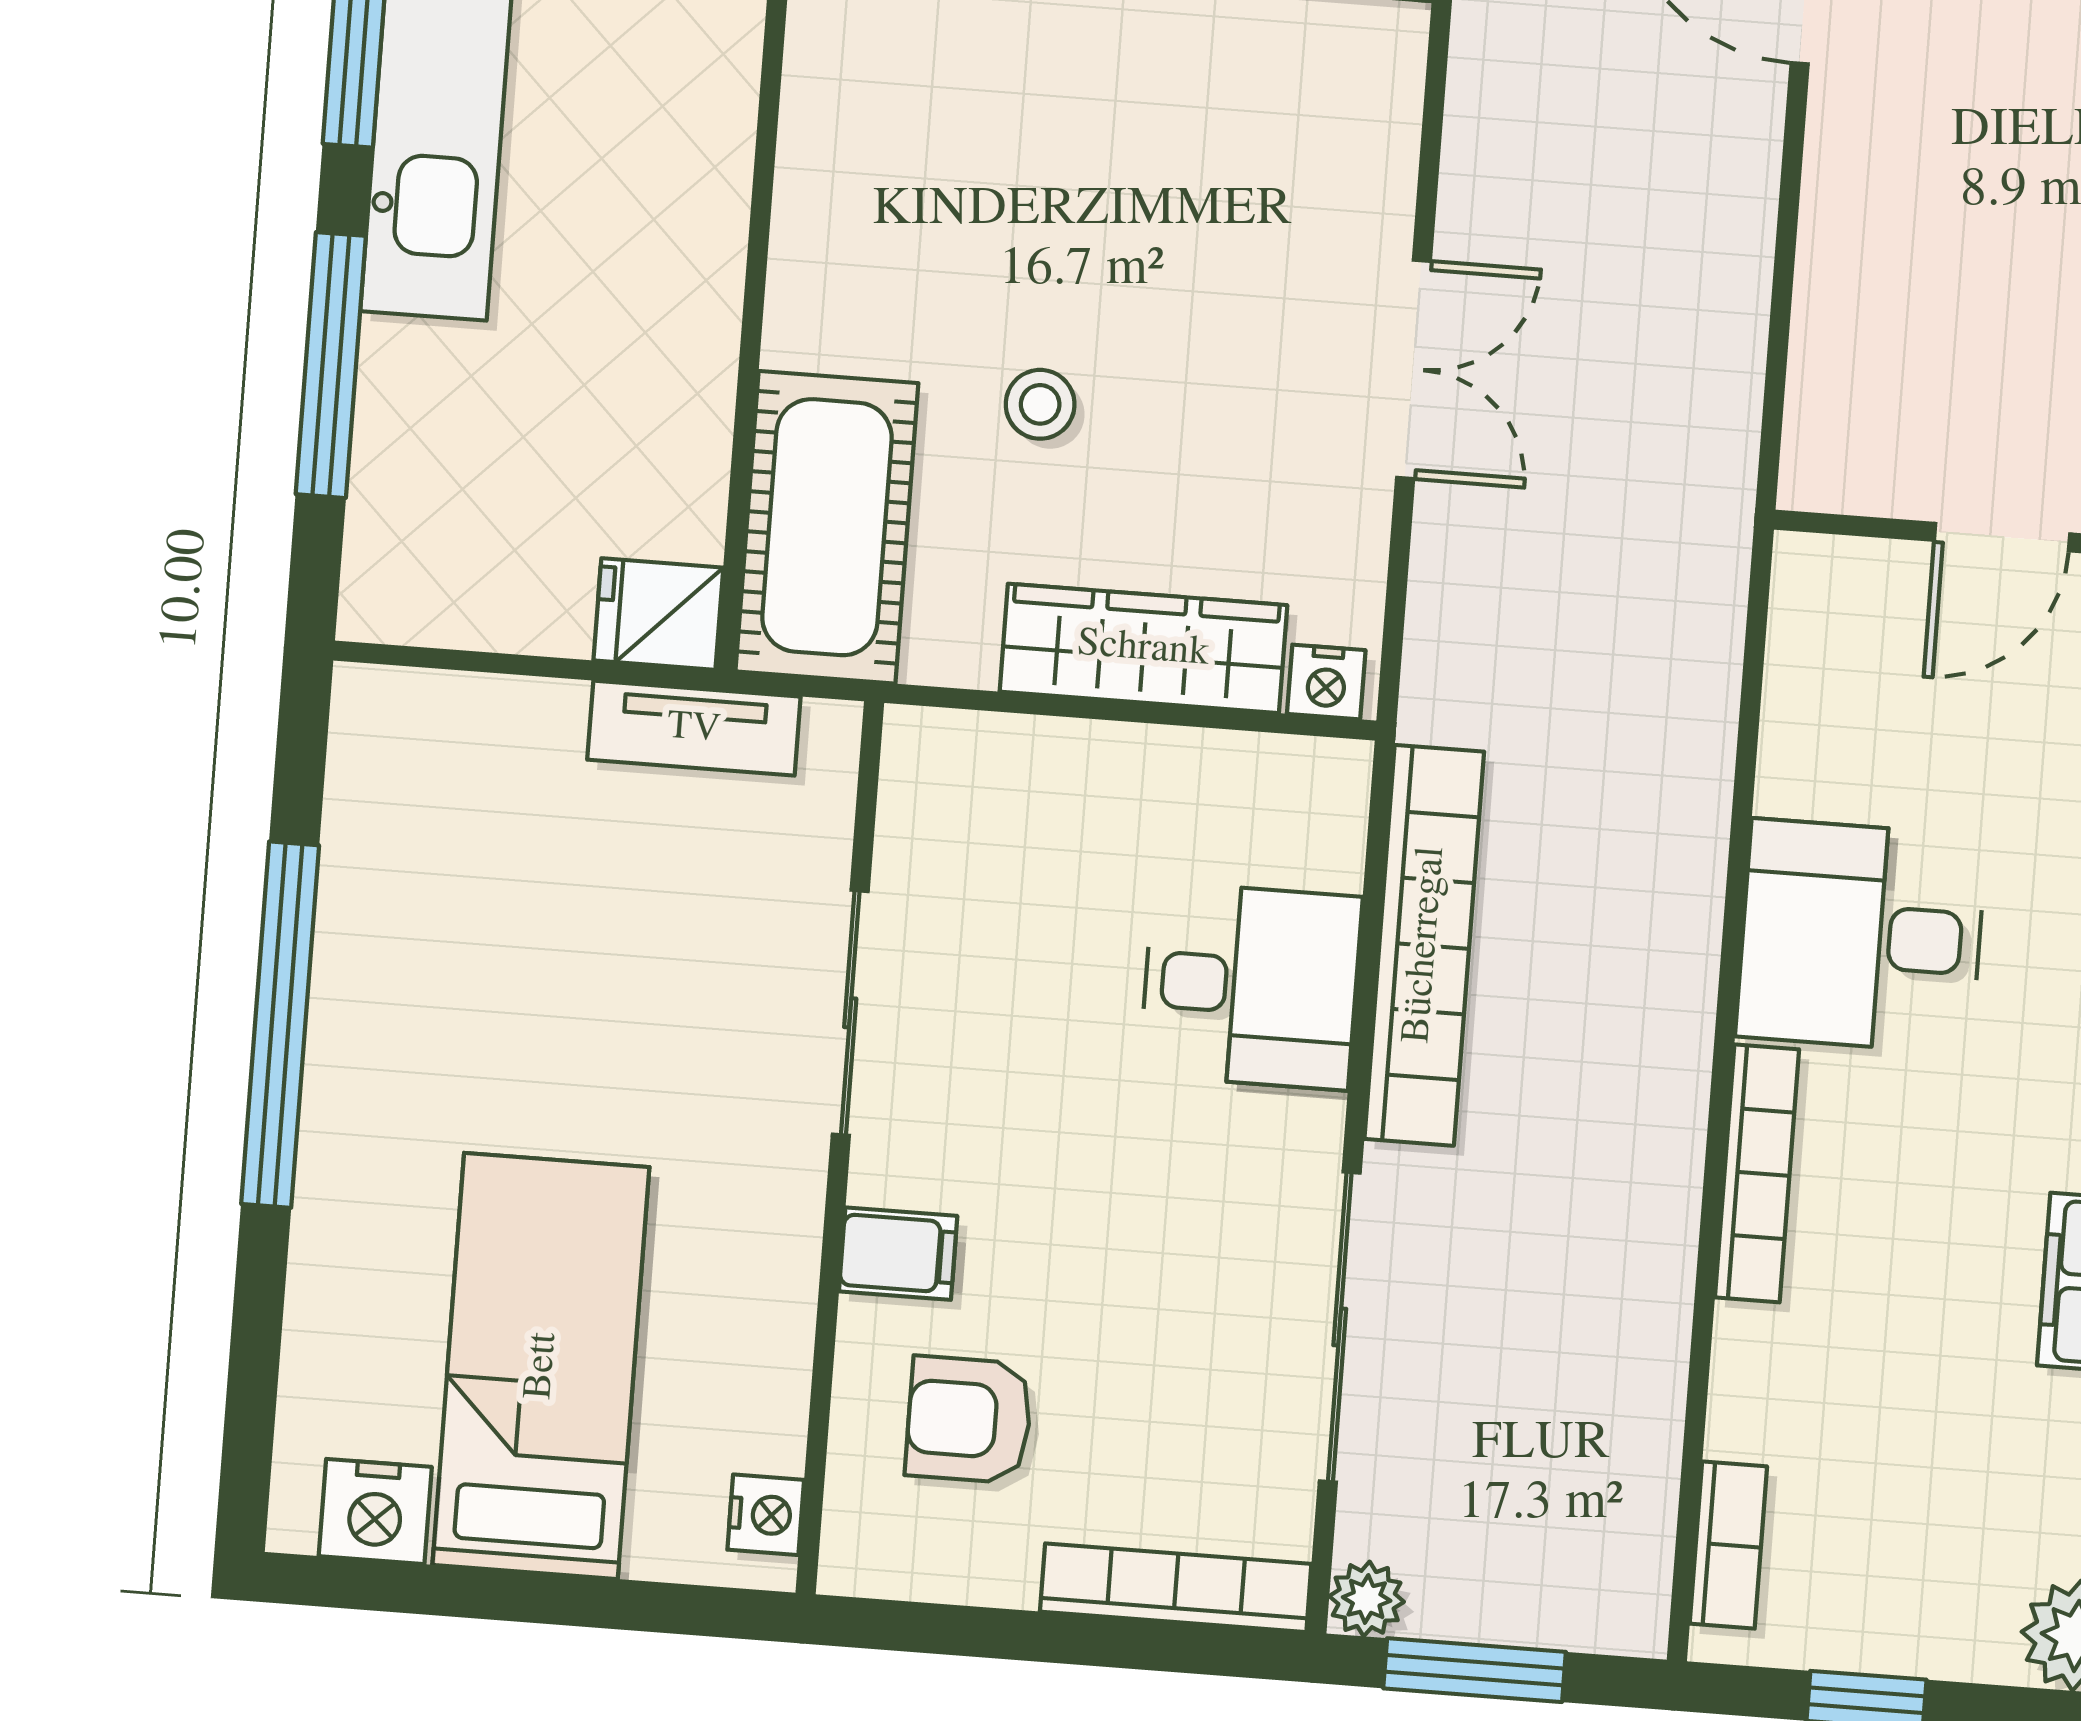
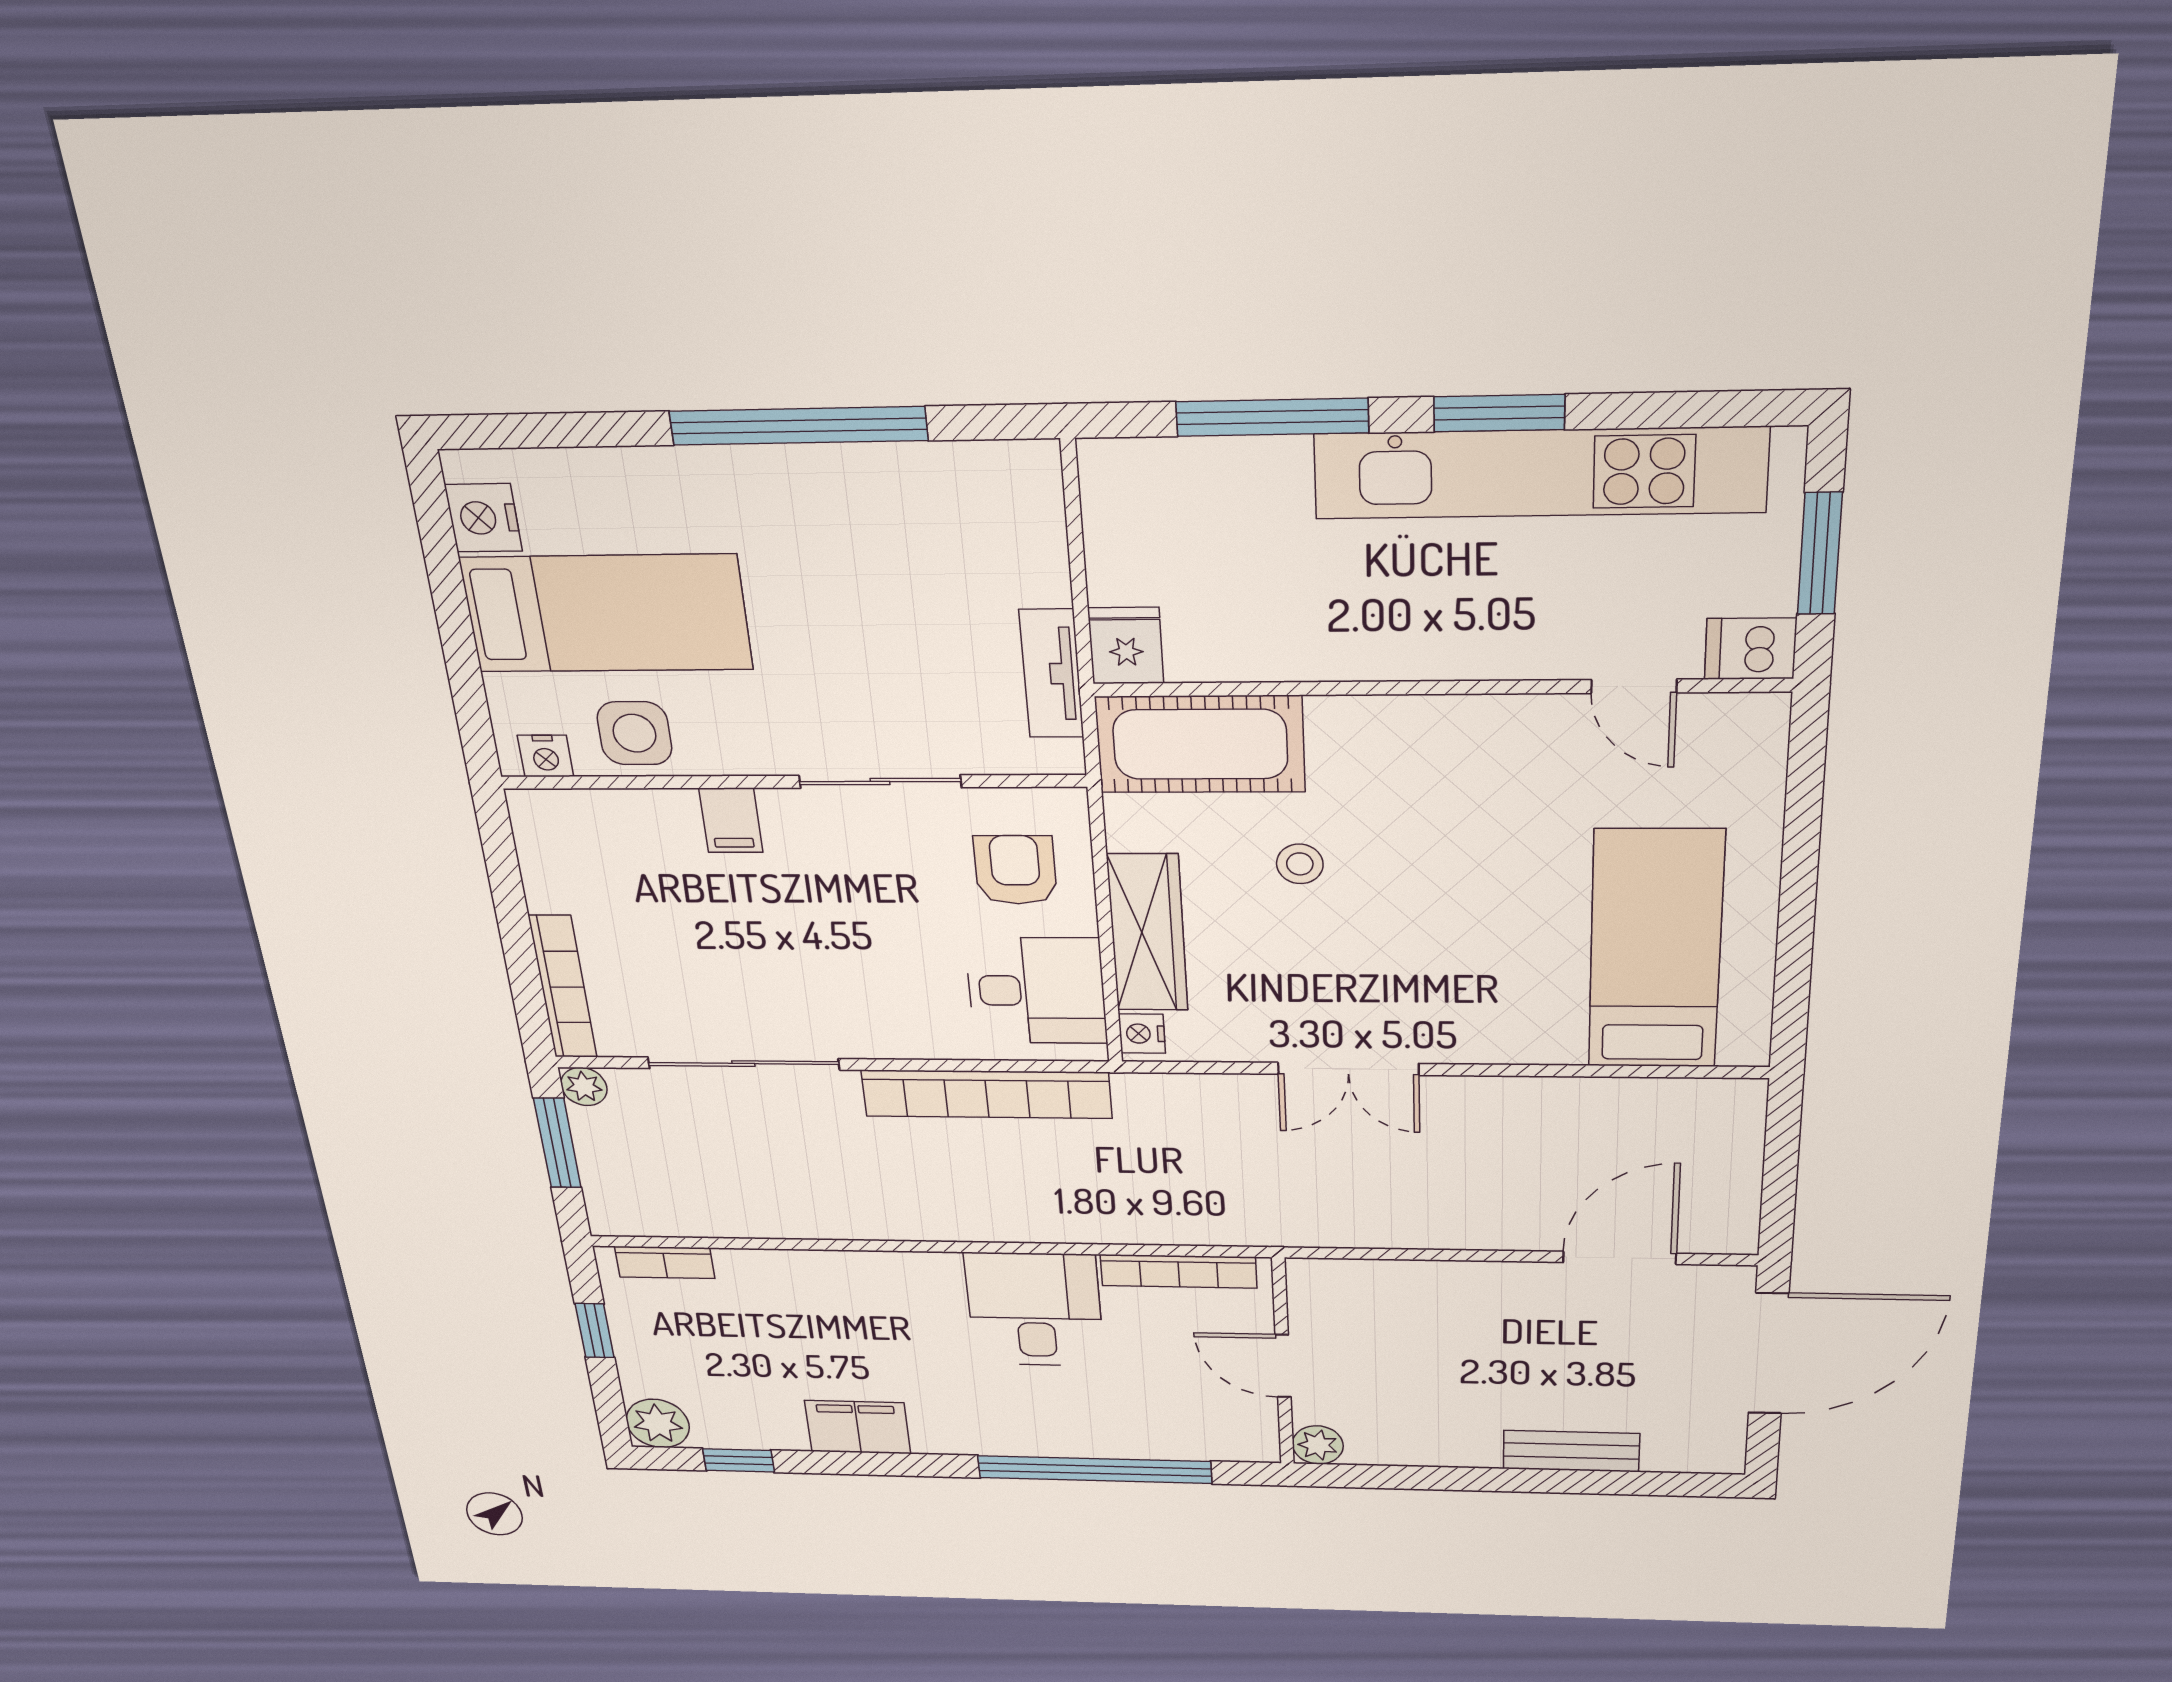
desk: (1251, 986) -> (1036, 991), moved, turned -90
bookcase: (1757, 1173) -> (1178, 1271), moved
side table: (739, 1369) -> (634, 733), added
armchair: (969, 1420) -> (1015, 870), moved

